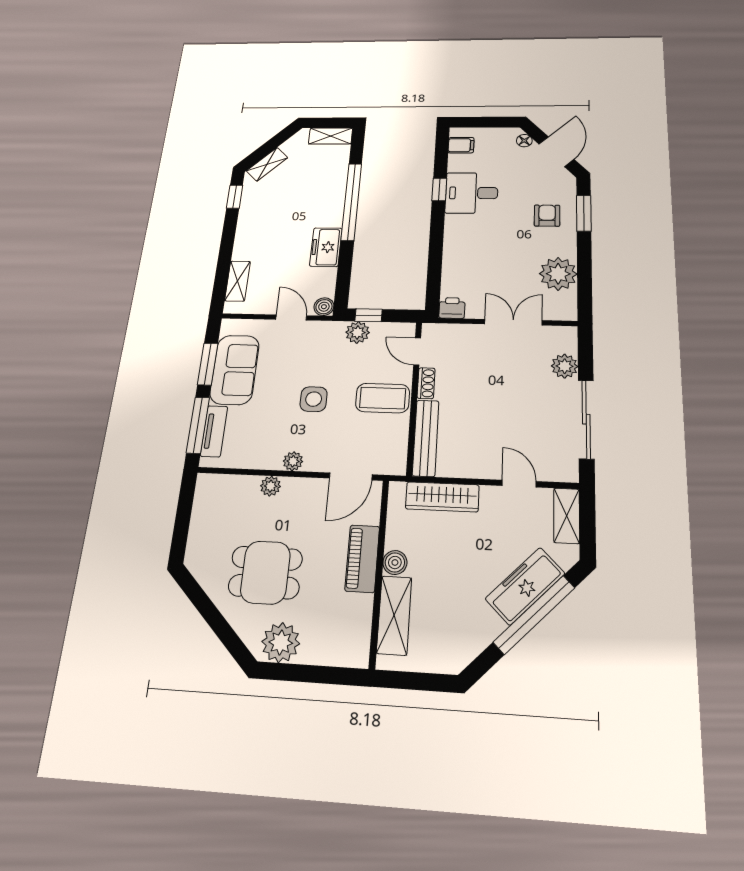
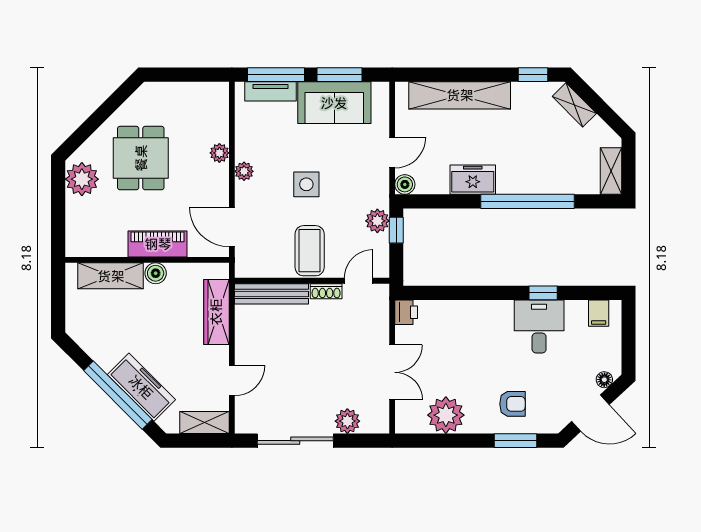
shelving: (238, 281) -> (460, 95), width x2.20, depth x1.33

